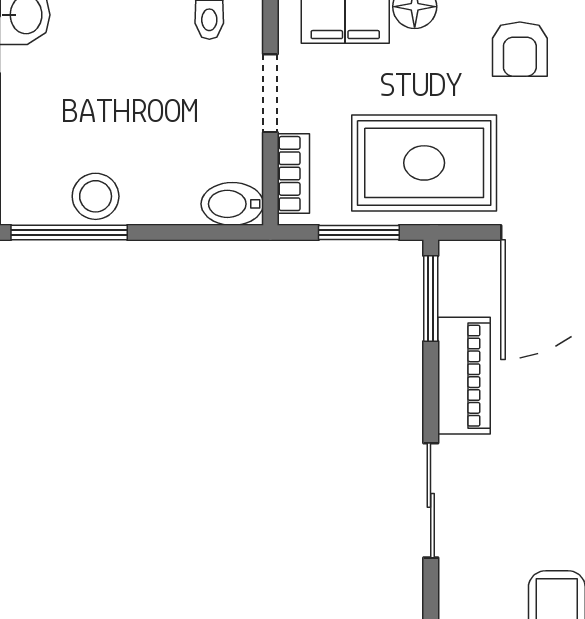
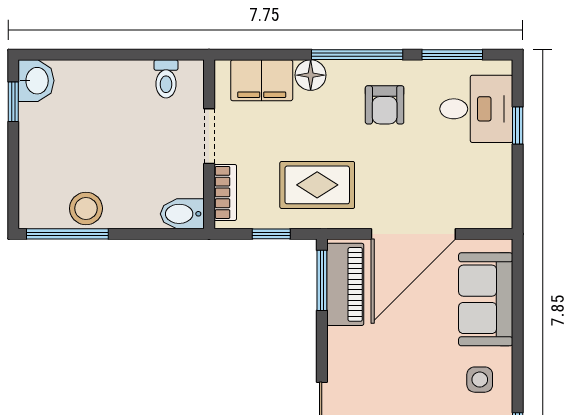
rug: (424, 163) -> (317, 185), width x0.73, depth x0.70
window: (359, 232) -> (271, 234), width x0.67
piano: (464, 376) -> (345, 284), moved

